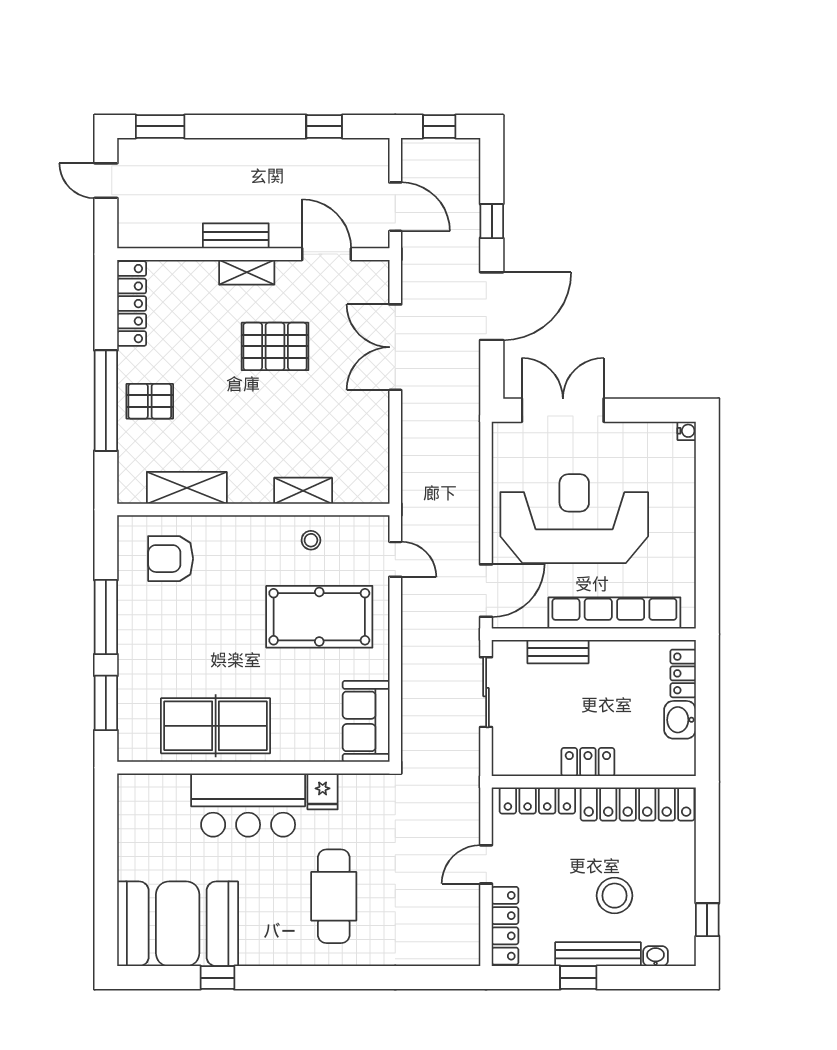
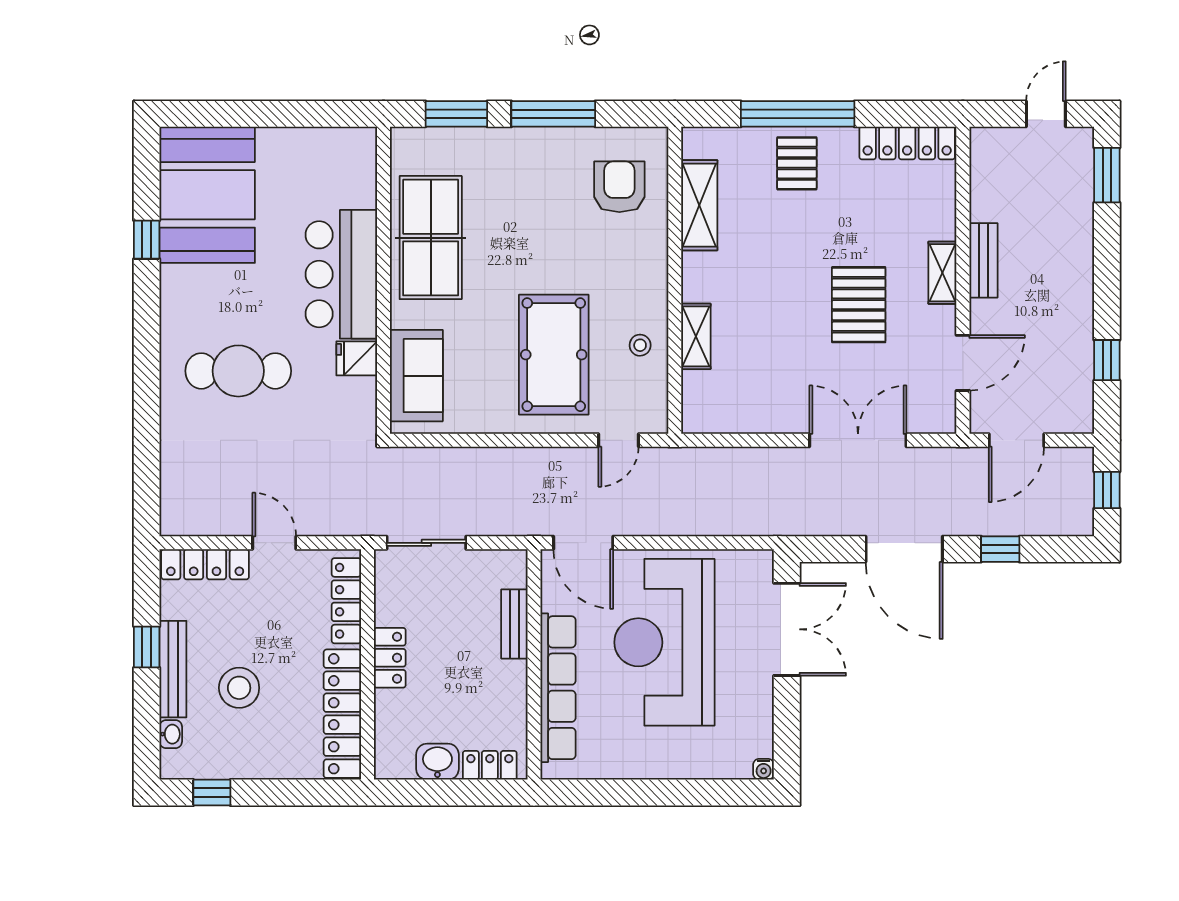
reception desk: (574, 519) -> (664, 642), turned 180
sliding door: (486, 692) -> (426, 543), moved
sofa: (366, 721) -> (416, 376), moved, turned 90

